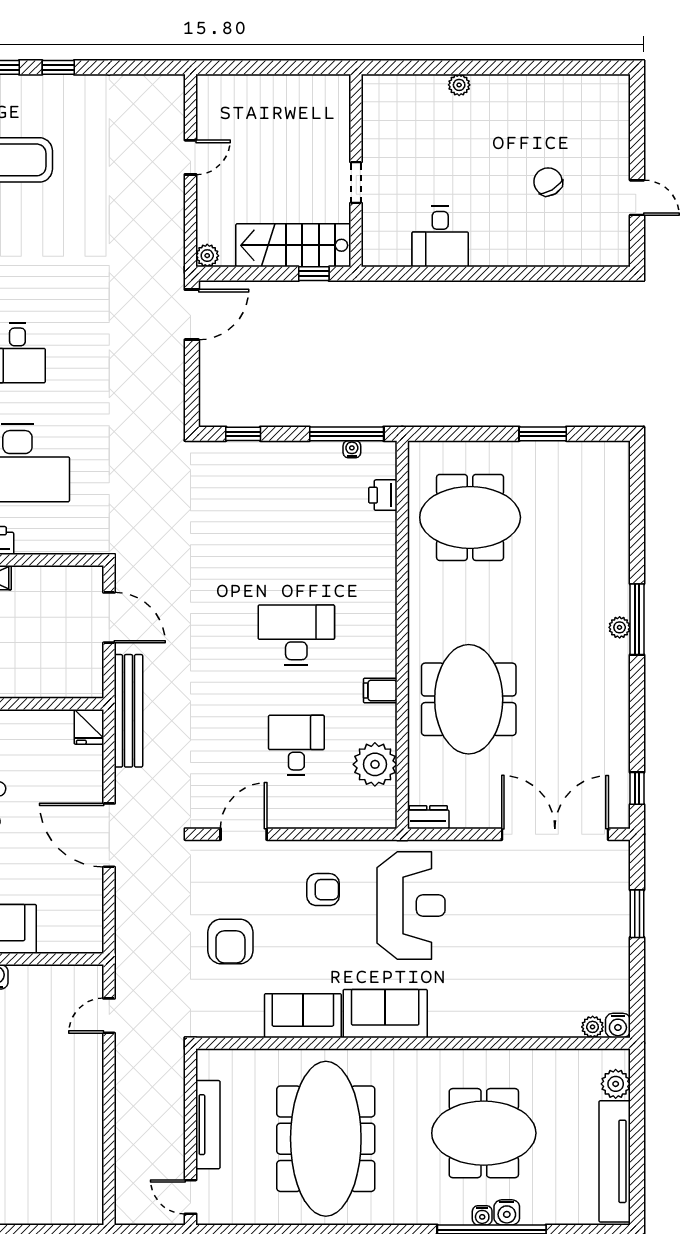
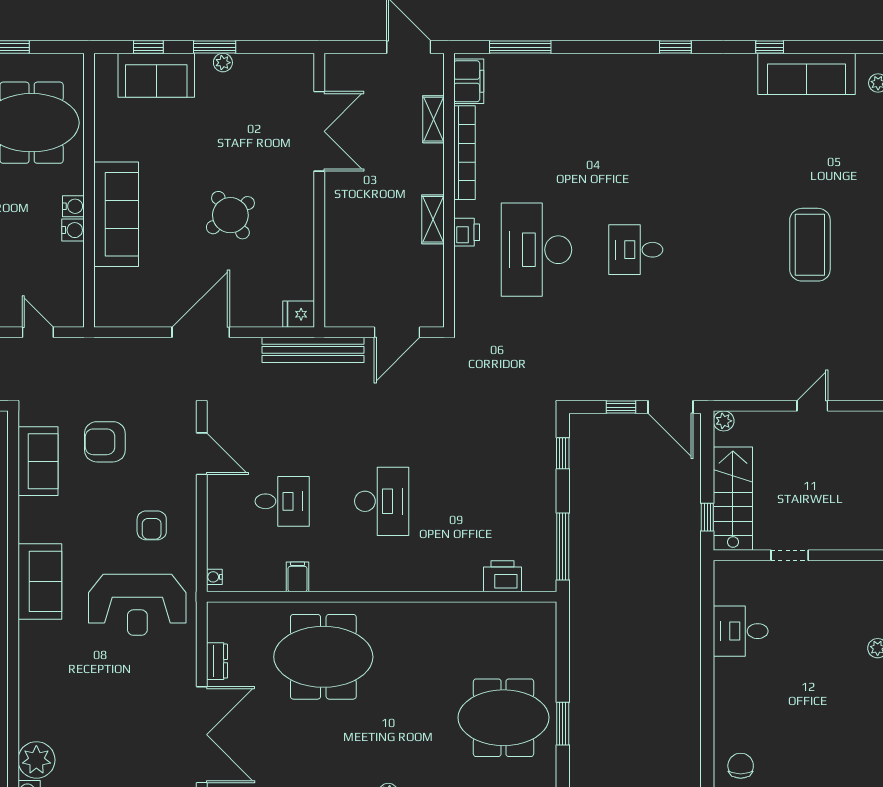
door: (190, 157) -> (812, 406), swing flipped
chair: (548, 182) -> (741, 766), moved, turned -59
window: (192, 370) -> (621, 407), added
water cooler: (352, 449) -> (214, 577), moved, turned 180
printer: (383, 495) -> (503, 576), width x1.36, depth x1.24
meeting table: (470, 517) -> (503, 718), moved, turned 90
filing cabinet: (380, 690) -> (298, 577), moved
plant: (375, 764) -> (265, 572), removed
dresser: (428, 817) -> (217, 661), moved
sofa: (303, 1016) -> (38, 461), moved
plant: (593, 1027) -> (36, 760), width x1.88, depth x1.88

